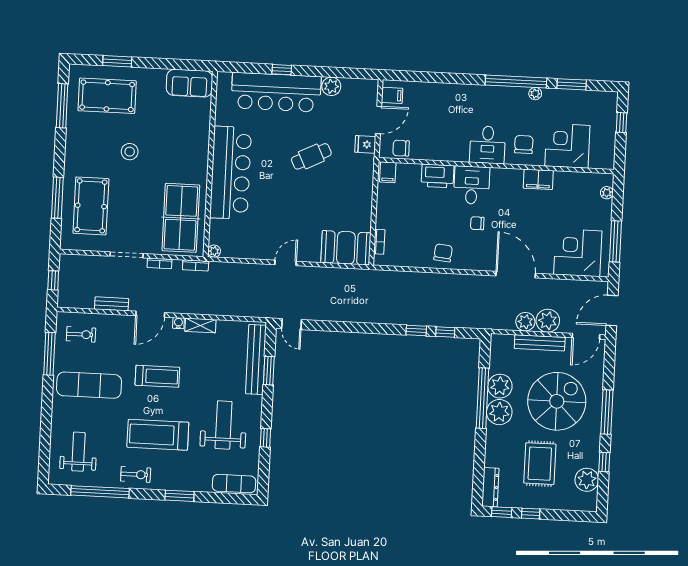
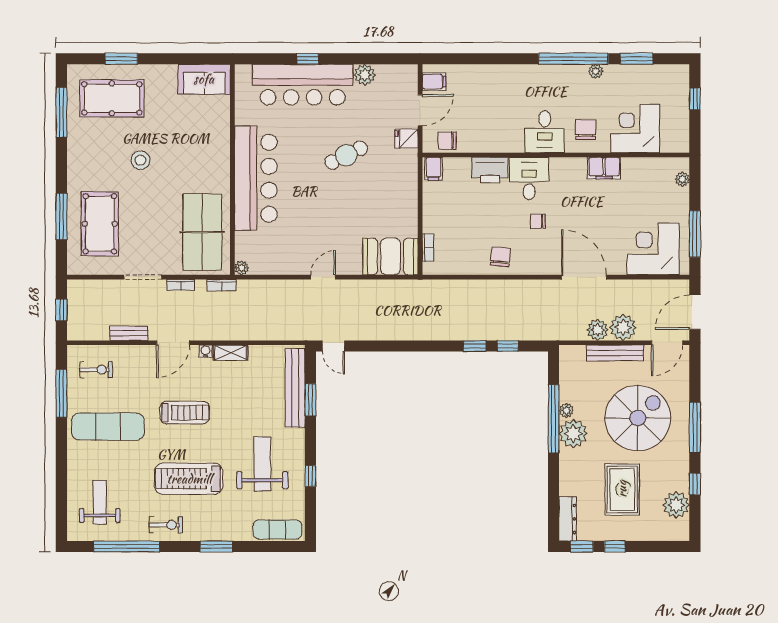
plant: (500, 386) -> (566, 410), width x0.53, depth x0.53

